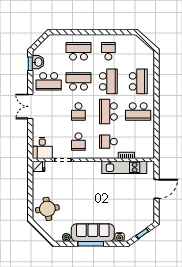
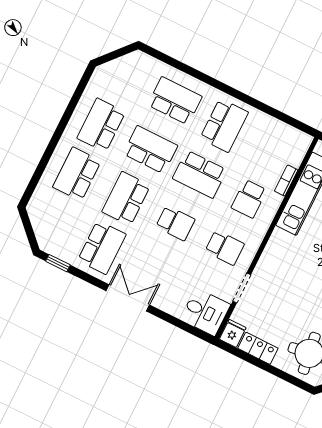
school desk: (108, 51) -> (101, 125), width x1.85
washbasin: (38, 62) -> (61, 249), removed
double door: (30, 106) -> (128, 298), swing flipped
locker: (37, 182) -> (258, 348), added

